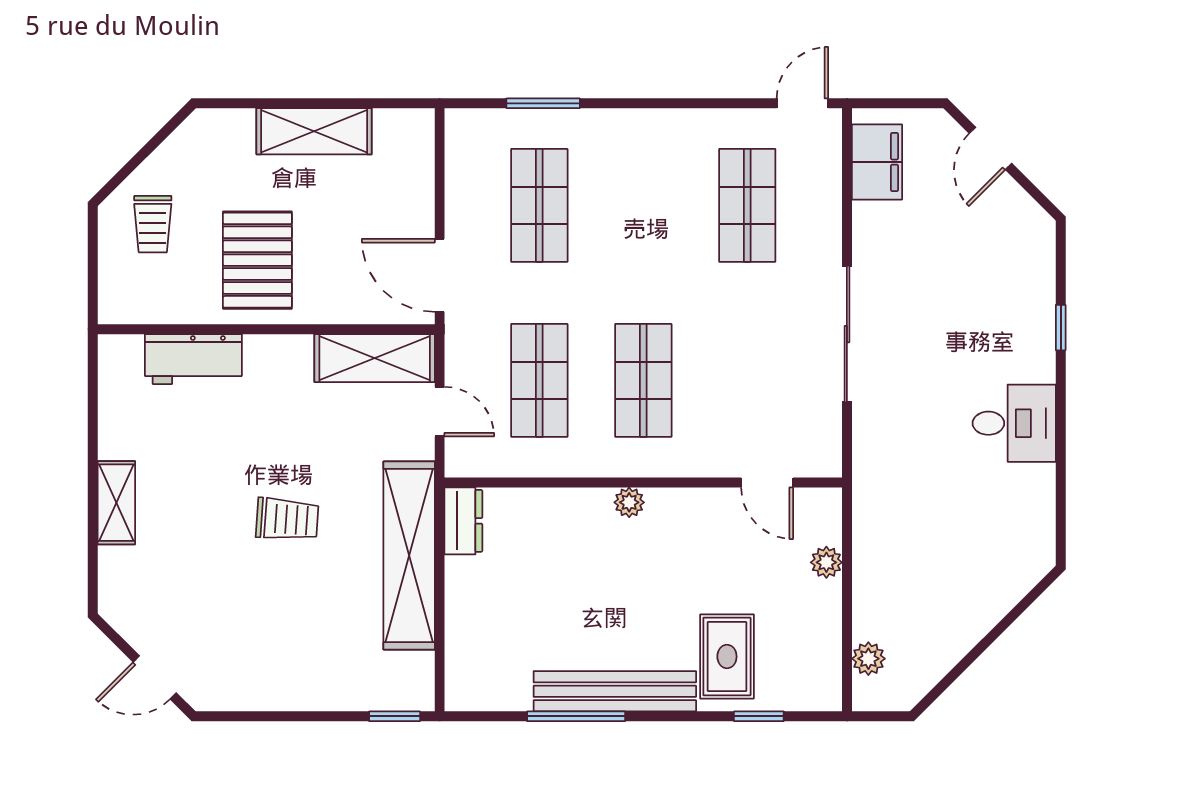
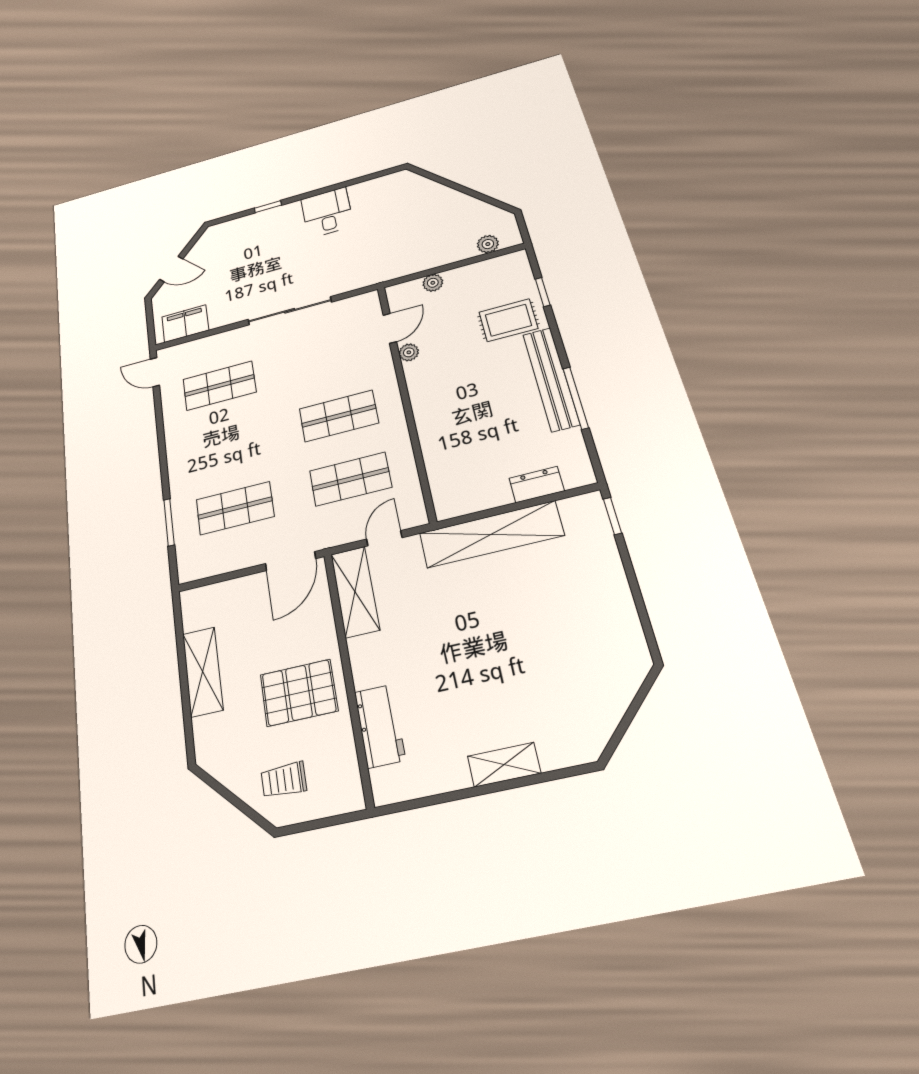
trolley: (153, 224) -> (284, 780), turned 180
plant: (629, 502) -> (409, 352), moved
trolley: (287, 519) -> (485, 627), removed
dresser: (463, 521) -> (537, 485), moved
door: (155, 677) -> (637, 703), removed

